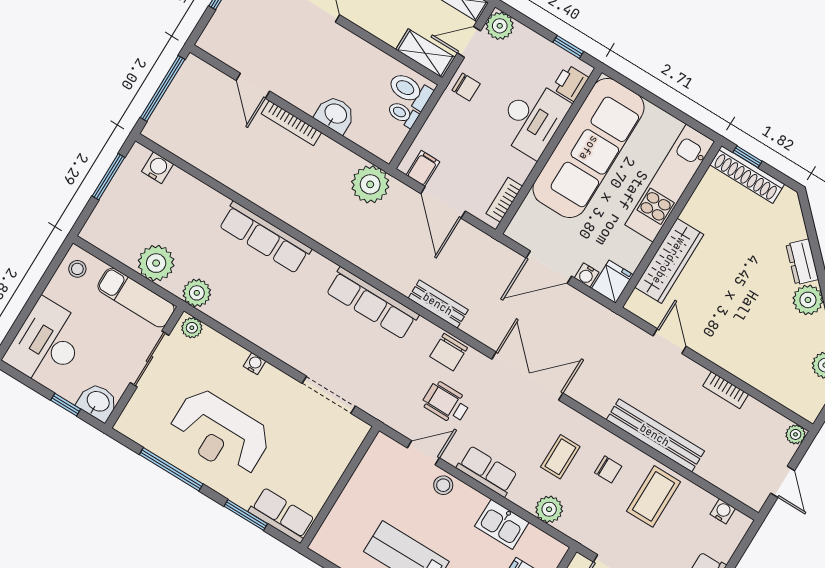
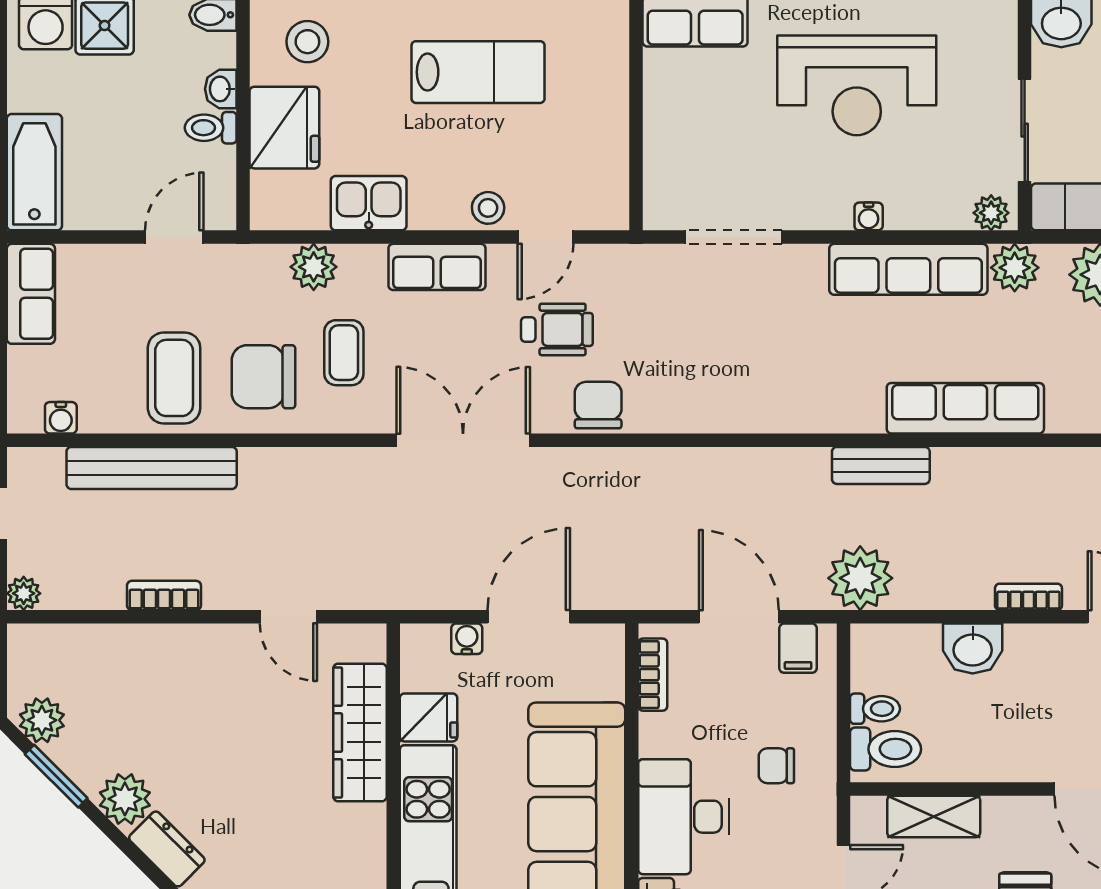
shelving: (425, 53) -> (934, 816), moved
chair: (466, 87) -> (776, 766), moved
bookcase: (291, 123) -> (1028, 597), width x0.64
fridge: (612, 282) -> (429, 717), moved, turned -90
row of seats: (372, 303) -> (908, 269), moved, turned 180
bench: (438, 304) -> (881, 465), moved
double door: (527, 376) -> (463, 440), swing flipped
reception desk: (220, 433) -> (857, 85), turned 180
bench: (655, 435) -> (152, 468), moved
chair: (608, 469) -> (264, 377), width x1.87, depth x1.87

